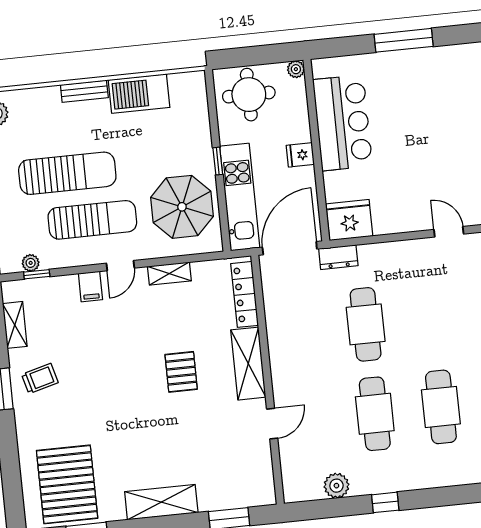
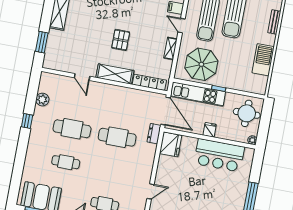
bench: (84, 91) -> (274, 22), moved
pallet: (181, 372) -> (121, 40), turned 90
cafe table: (441, 407) -> (66, 162), width x0.73, depth x0.74

